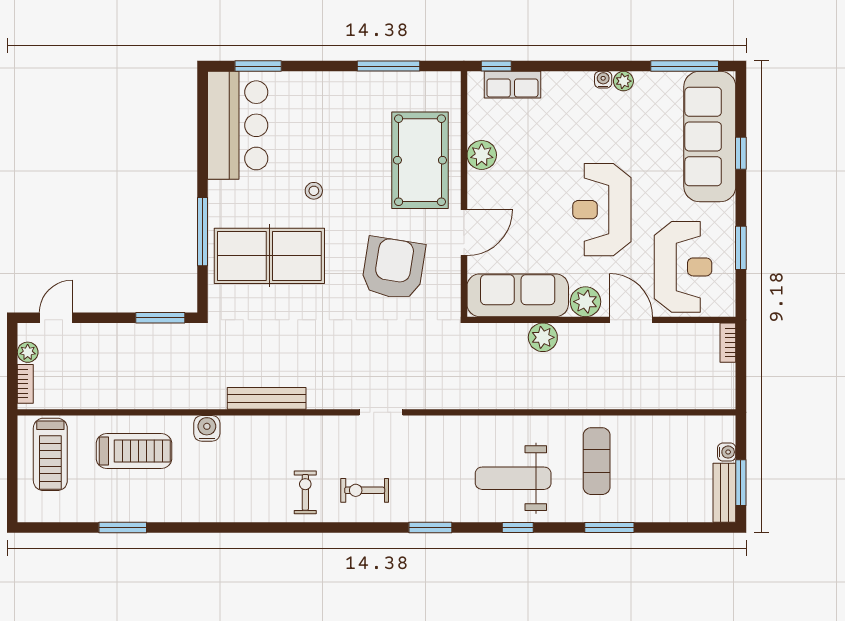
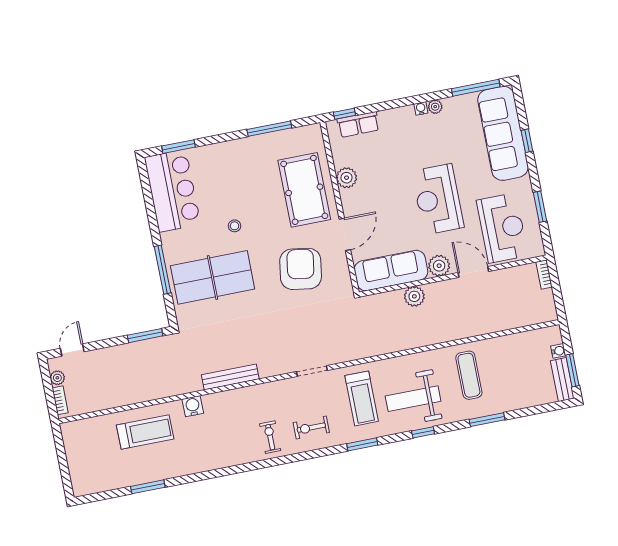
treadmill: (50, 454) -> (362, 398), moved

